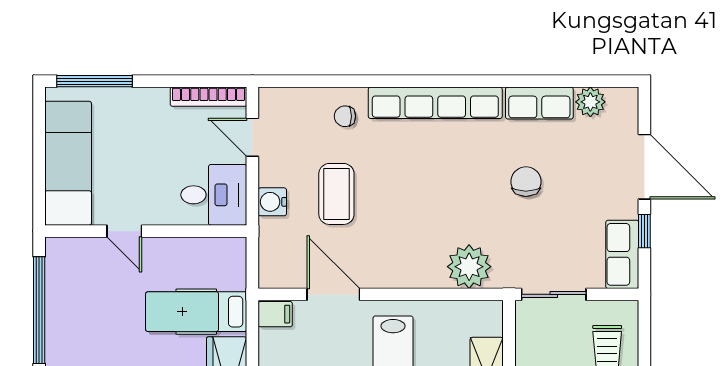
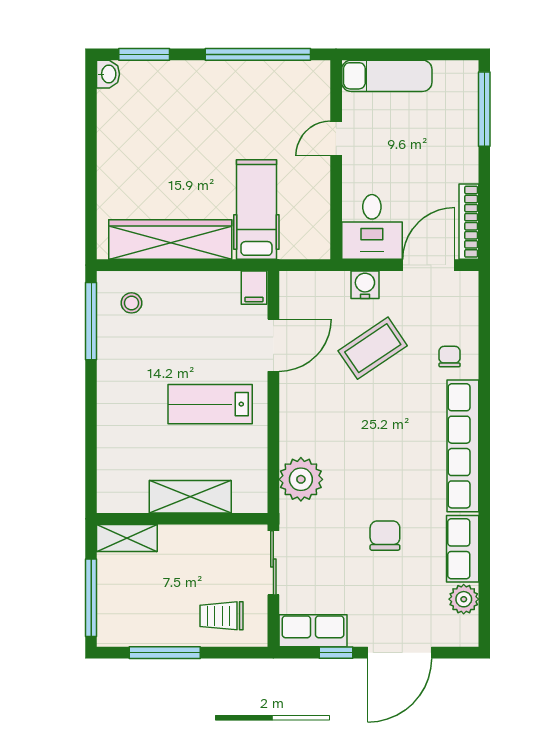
door: (252, 137) -> (429, 265), width x1.38
exam couch: (68, 163) -> (387, 76), width x0.73, depth x0.69
chair: (526, 182) -> (385, 536), turned -90
coffee table: (336, 194) -> (373, 348), turned -34

